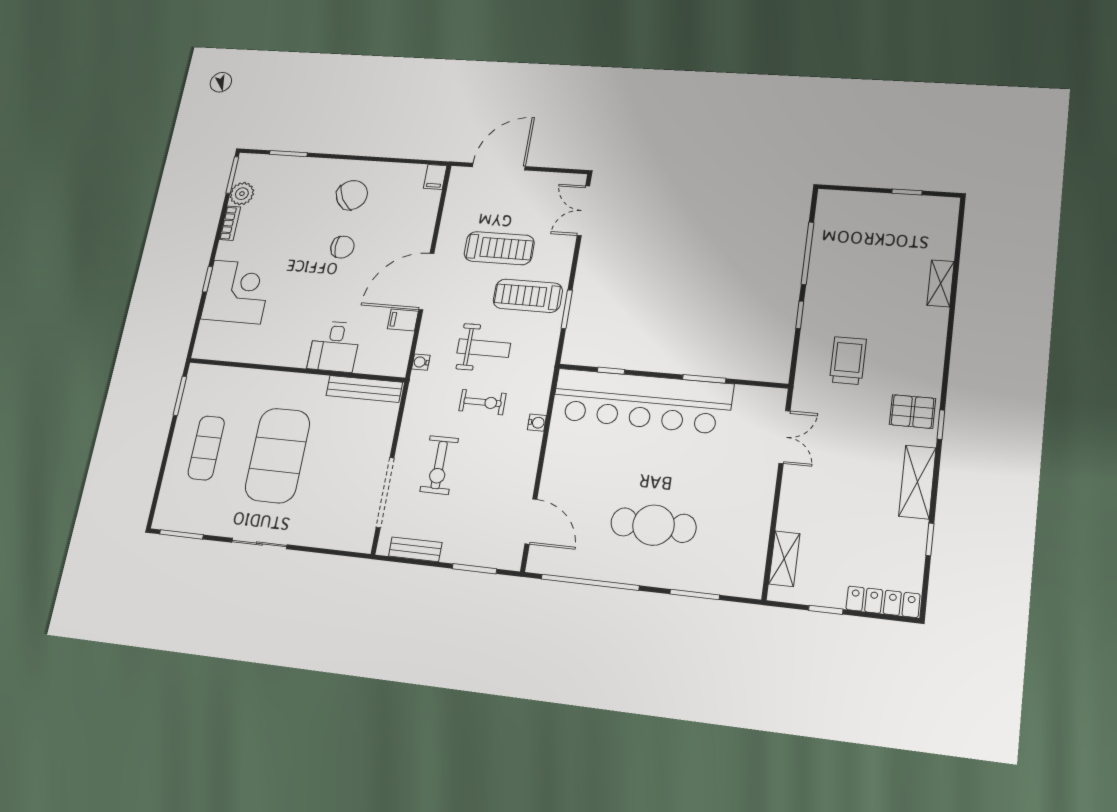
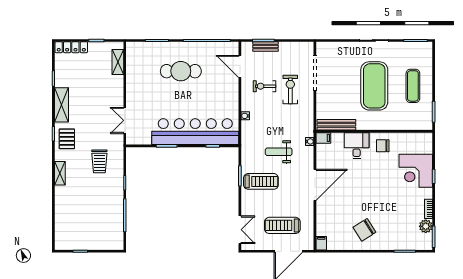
chair: (342, 247) -> (383, 146), moved
treadmill: (499, 248) -> (282, 225), moved
shelving: (941, 283) -> (60, 173), moved
filing cabinet: (403, 320) -> (323, 138), moved
exercise bike: (482, 402) -> (265, 86), moved
pallet: (913, 412) -> (67, 139), turned 90
bench: (415, 549) -> (266, 47), moved

